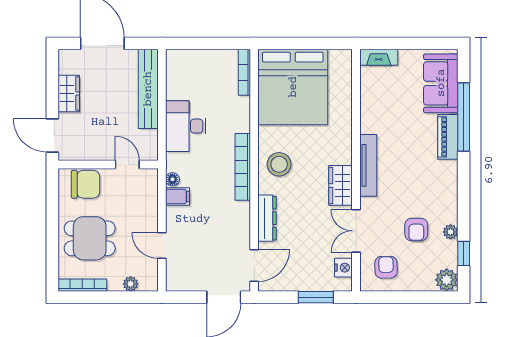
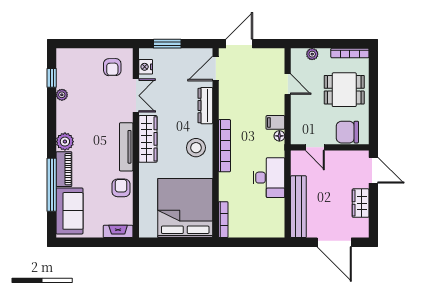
wardrobe: (341, 185) -> (148, 139), width x1.50
armchair: (416, 229) -> (121, 188), moved
plant: (447, 280) -> (65, 142), moved

